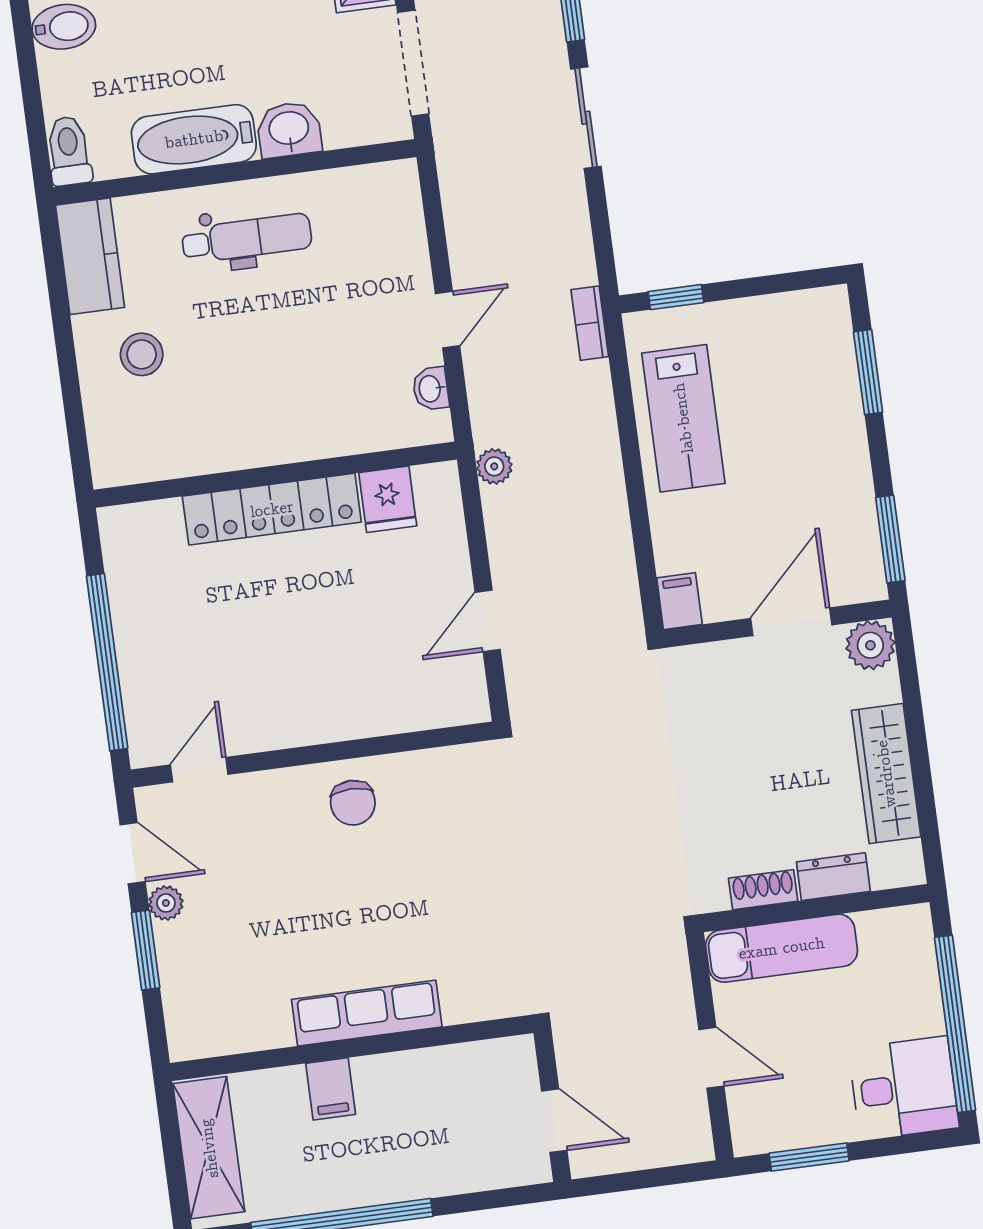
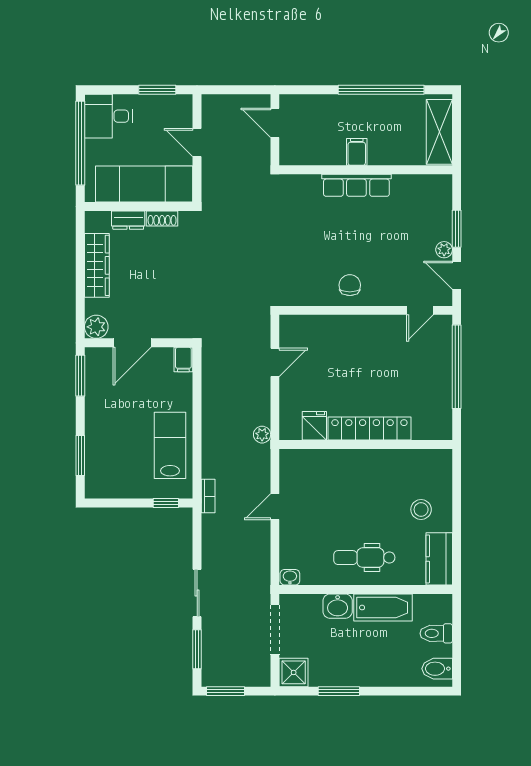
toilet: (69, 151) -> (436, 633), moved, turned 90
washbasin: (431, 389) -> (290, 577), moved, turned -90
exam couch: (782, 948) -> (144, 184), width x1.36, depth x1.45
filing cabinet: (331, 1089) -> (357, 152), moved

